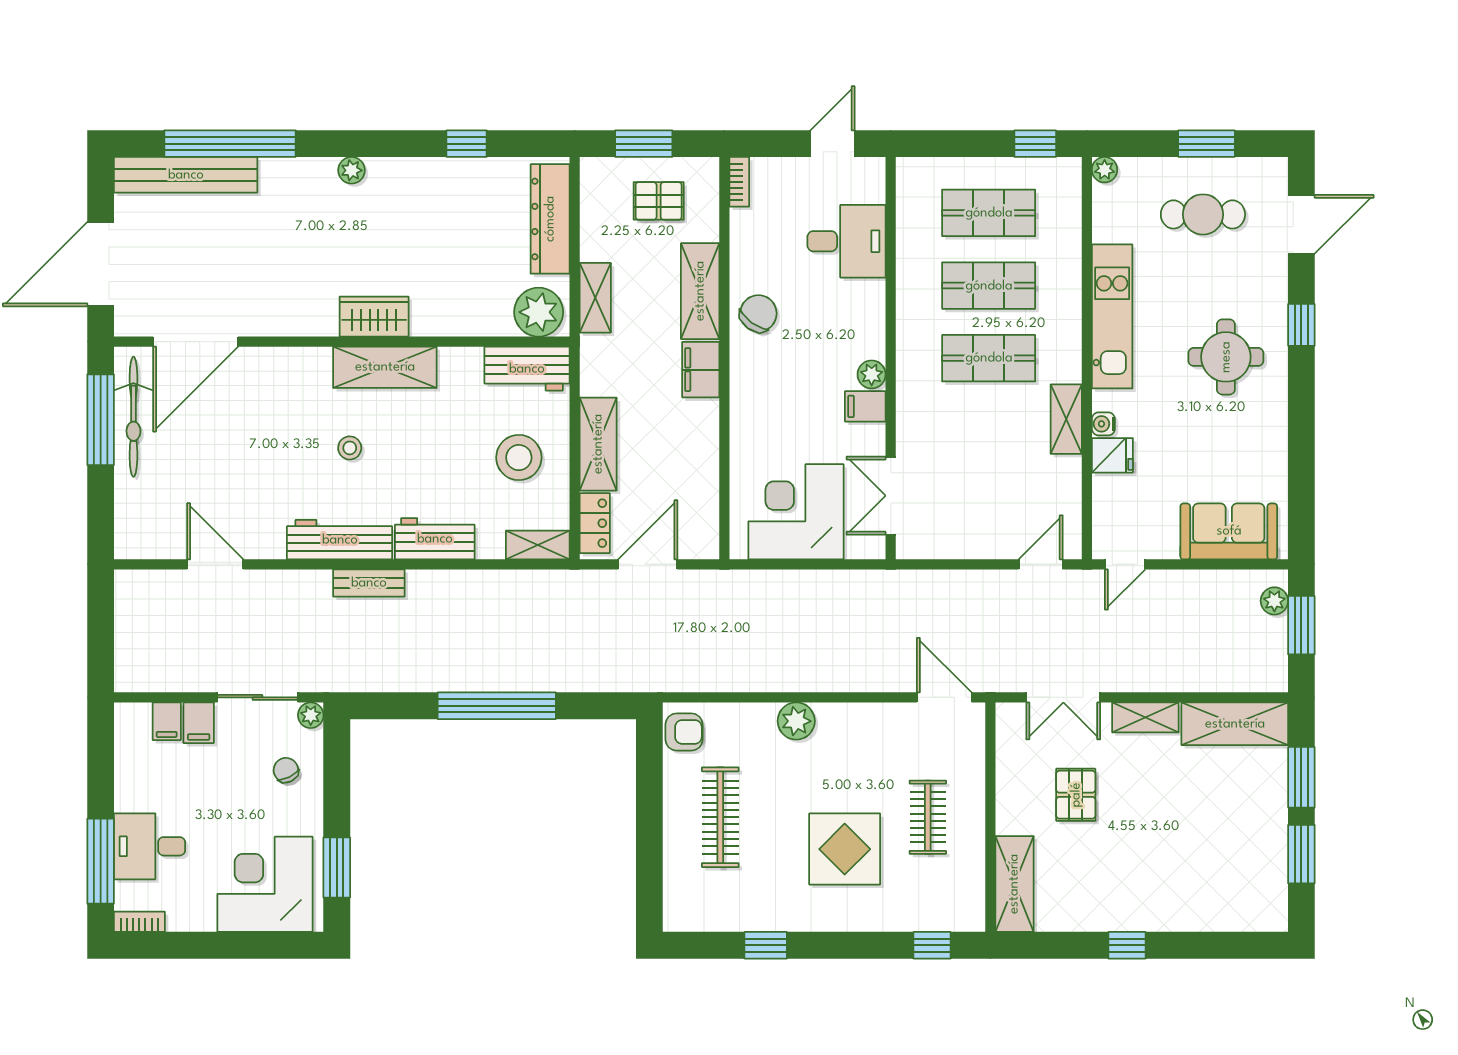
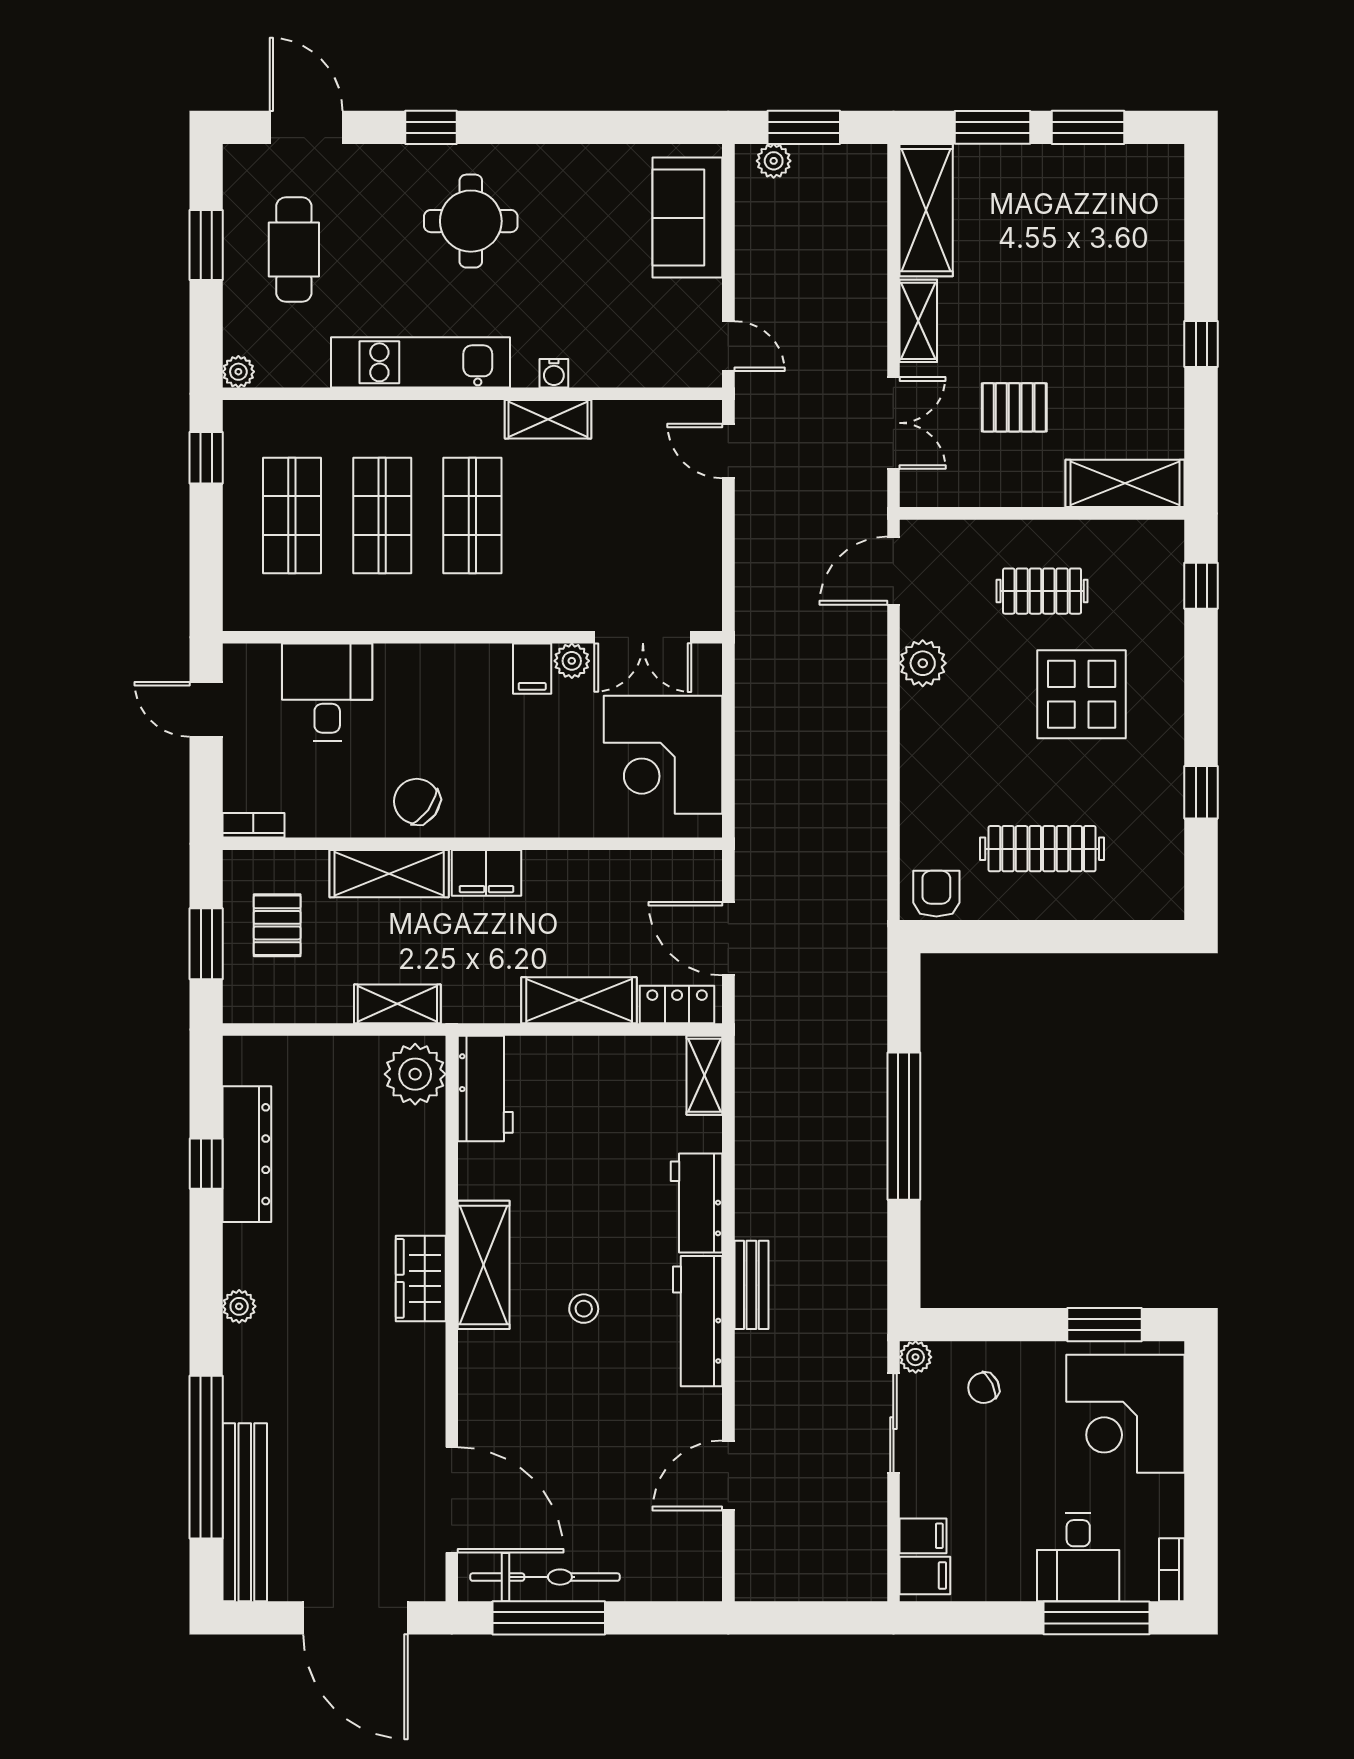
dresser: (550, 219) -> (247, 1154), moved, turned -90
plant: (872, 374) -> (572, 661), moved
fridge: (1112, 455) -> (593, 362), removed
stool: (519, 458) -> (596, 1099), removed
plant: (796, 721) -> (923, 663), moved
filing cabinet: (199, 723) -> (925, 1575), moved

